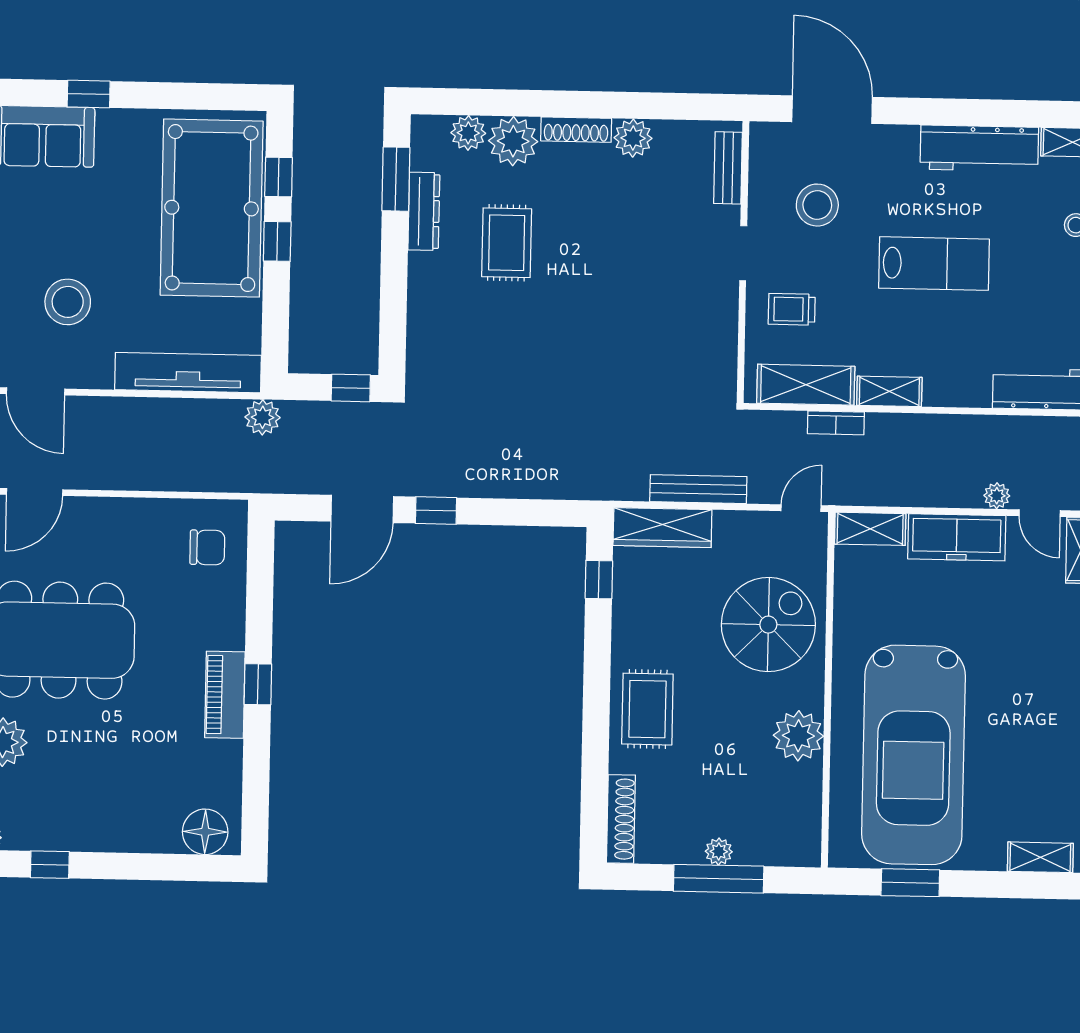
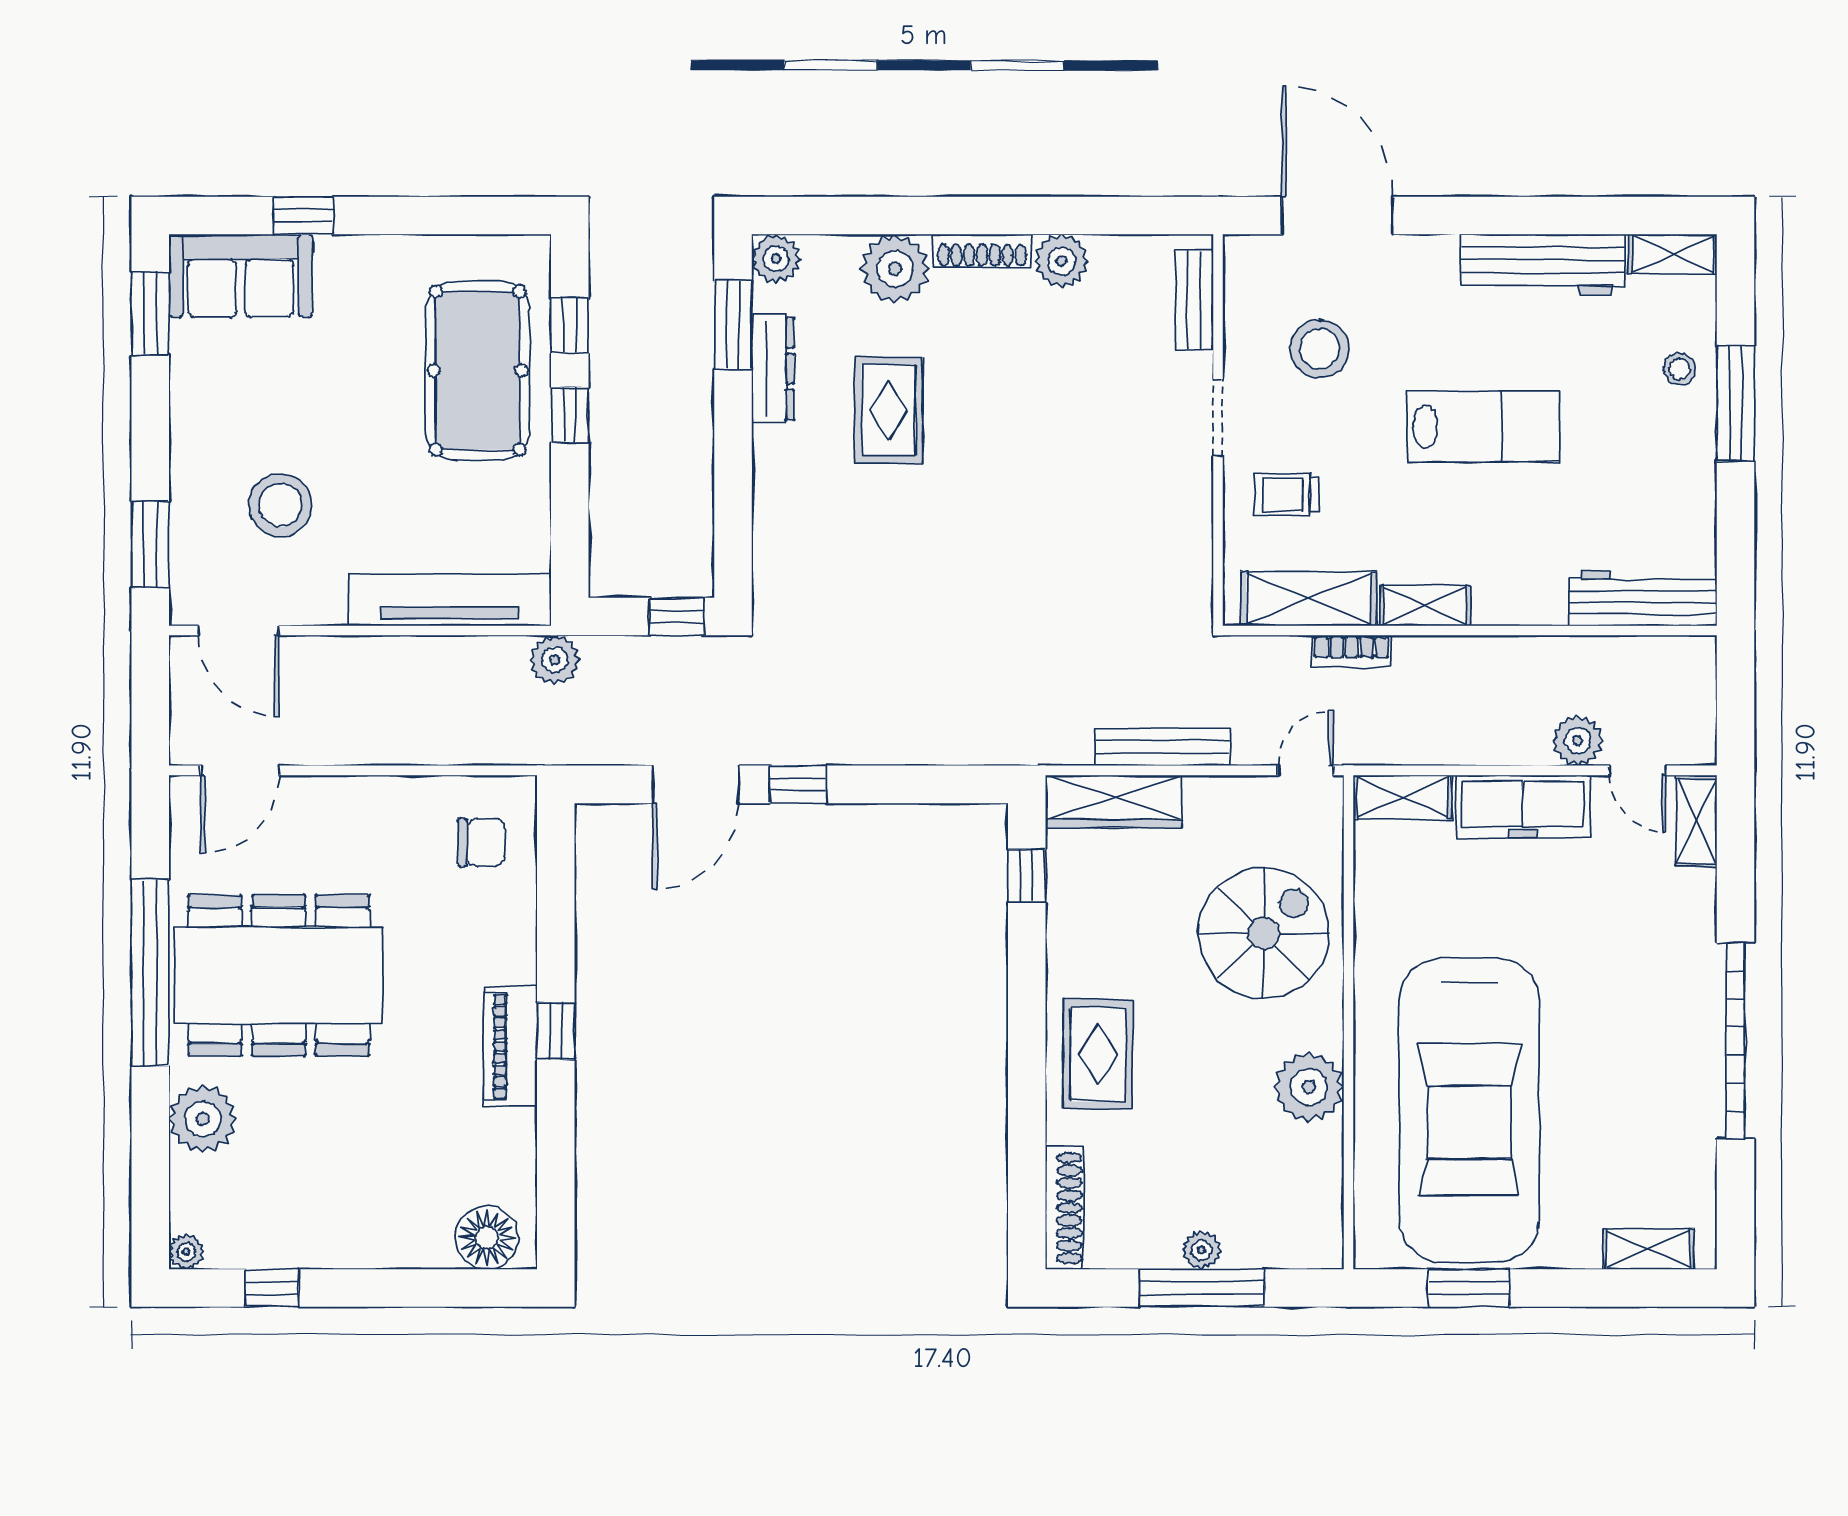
plant: (468, 133) -> (776, 259), moved
pool table: (212, 208) -> (478, 370), width x0.73, depth x0.76
plant: (997, 496) -> (1578, 741), width x1.38, depth x1.38

